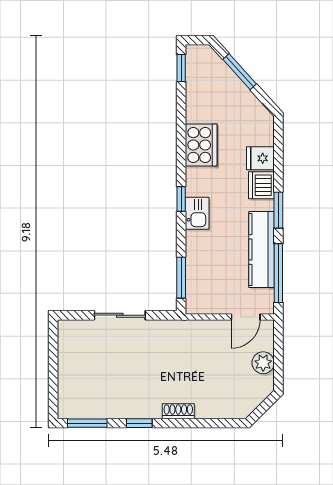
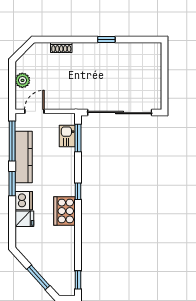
cooker: (201, 145) -> (64, 211), moved
kitchen sink: (197, 213) -> (67, 136), moved
sliding door: (120, 315) -> (120, 113), width x1.86
shoe rack: (178, 411) -> (61, 48), moved
window: (87, 423) -> (141, 39), removed

